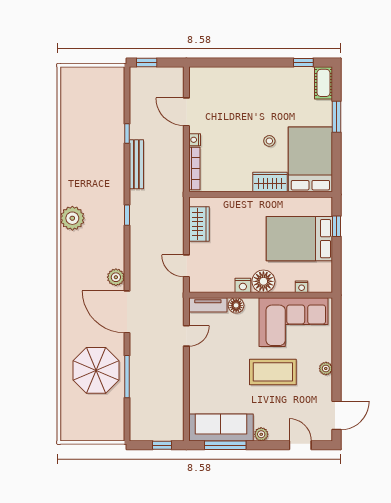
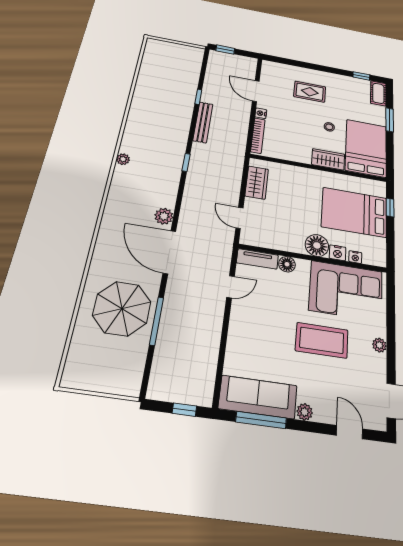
rug: (245, 99) -> (310, 92), added
plant: (72, 218) -> (123, 159), width x0.53, depth x0.53
nightstand: (243, 285) -> (338, 253), moved

